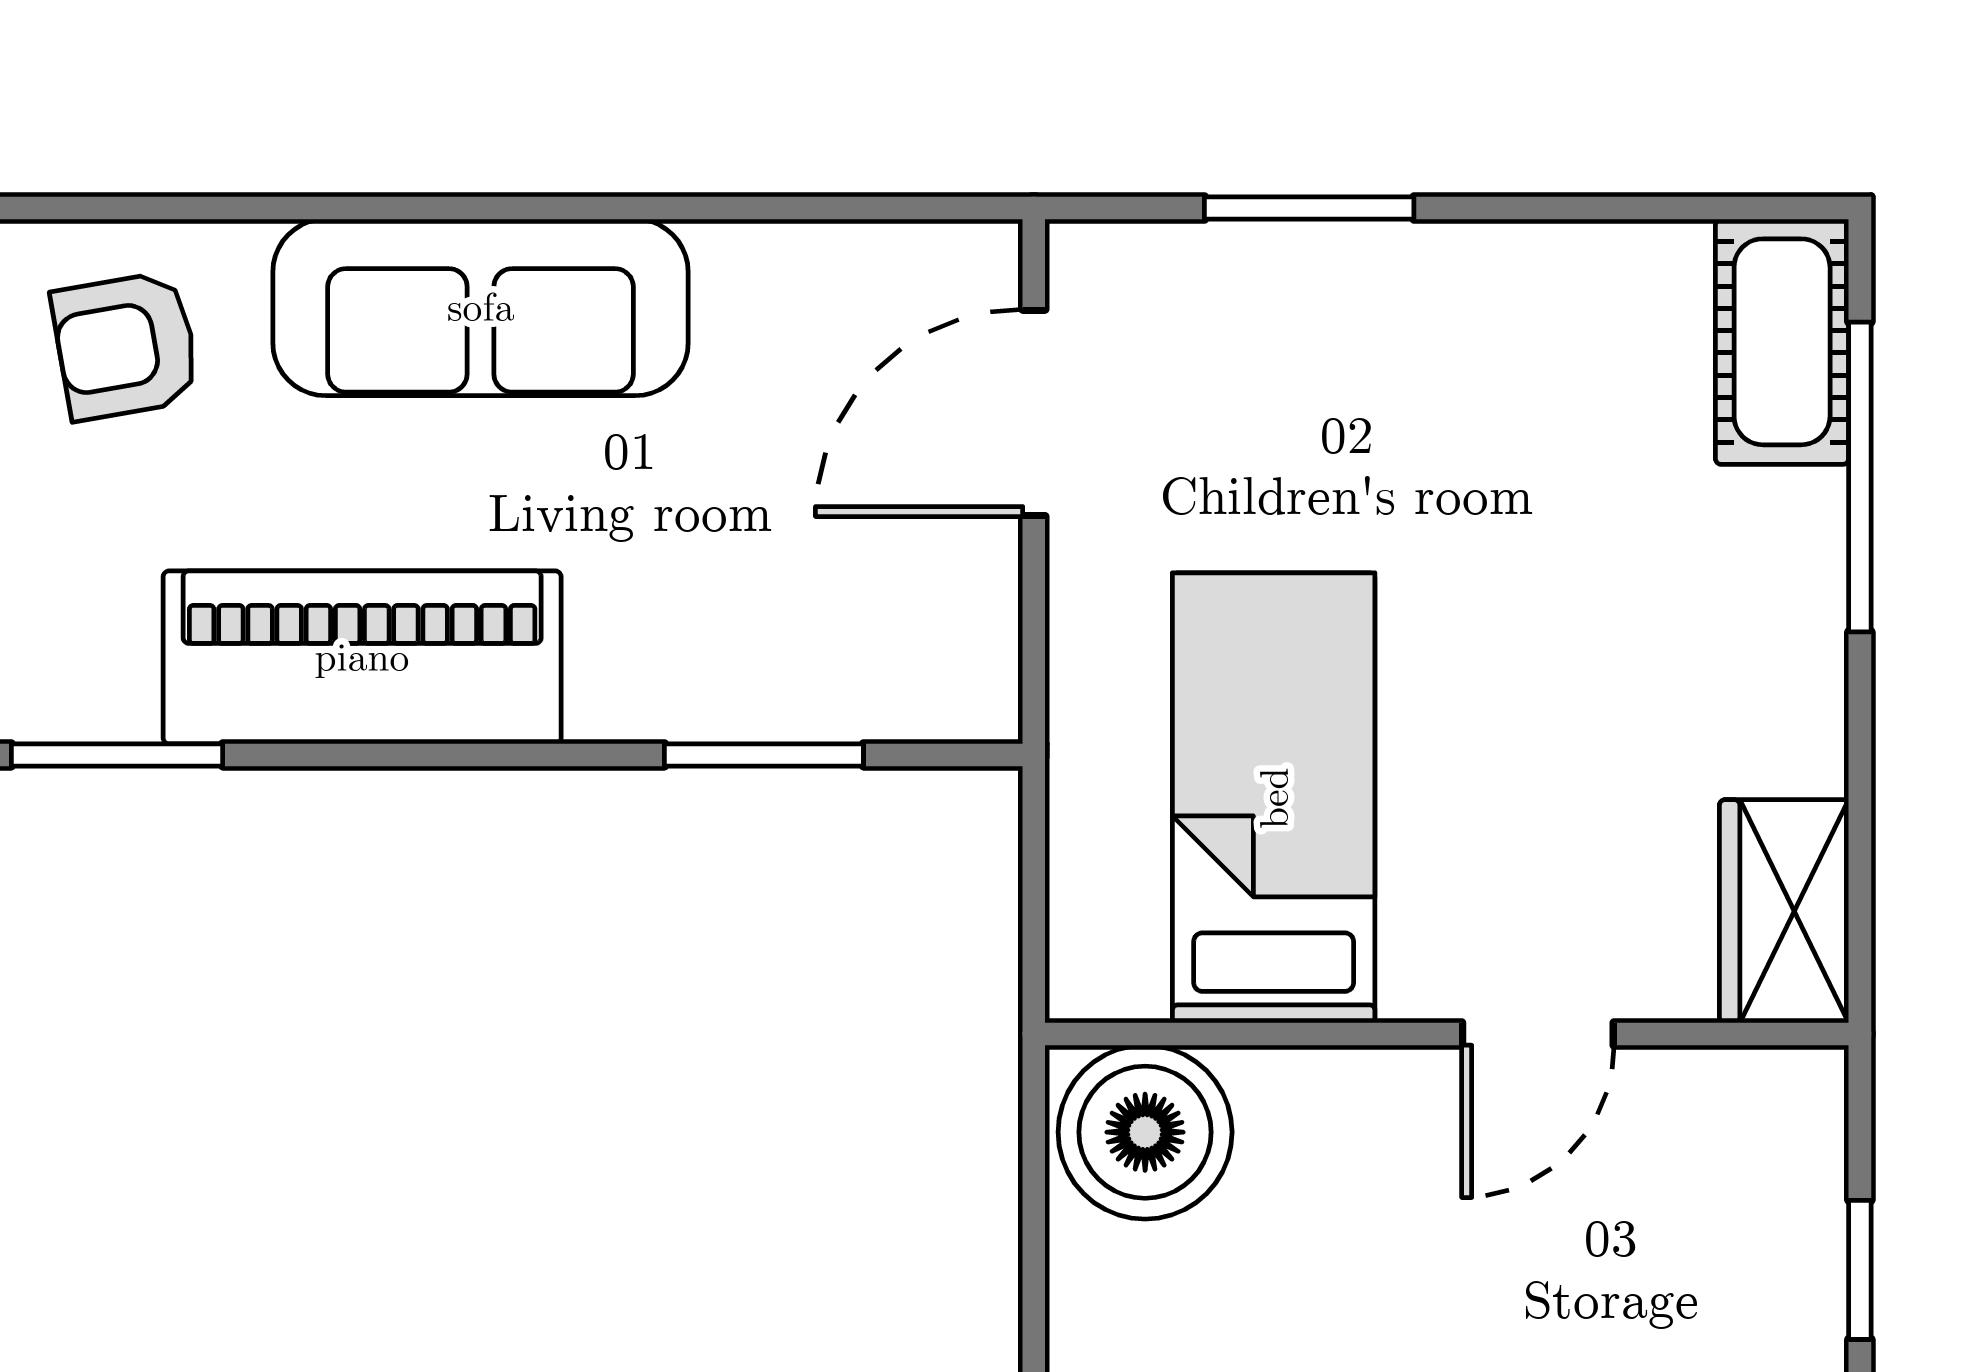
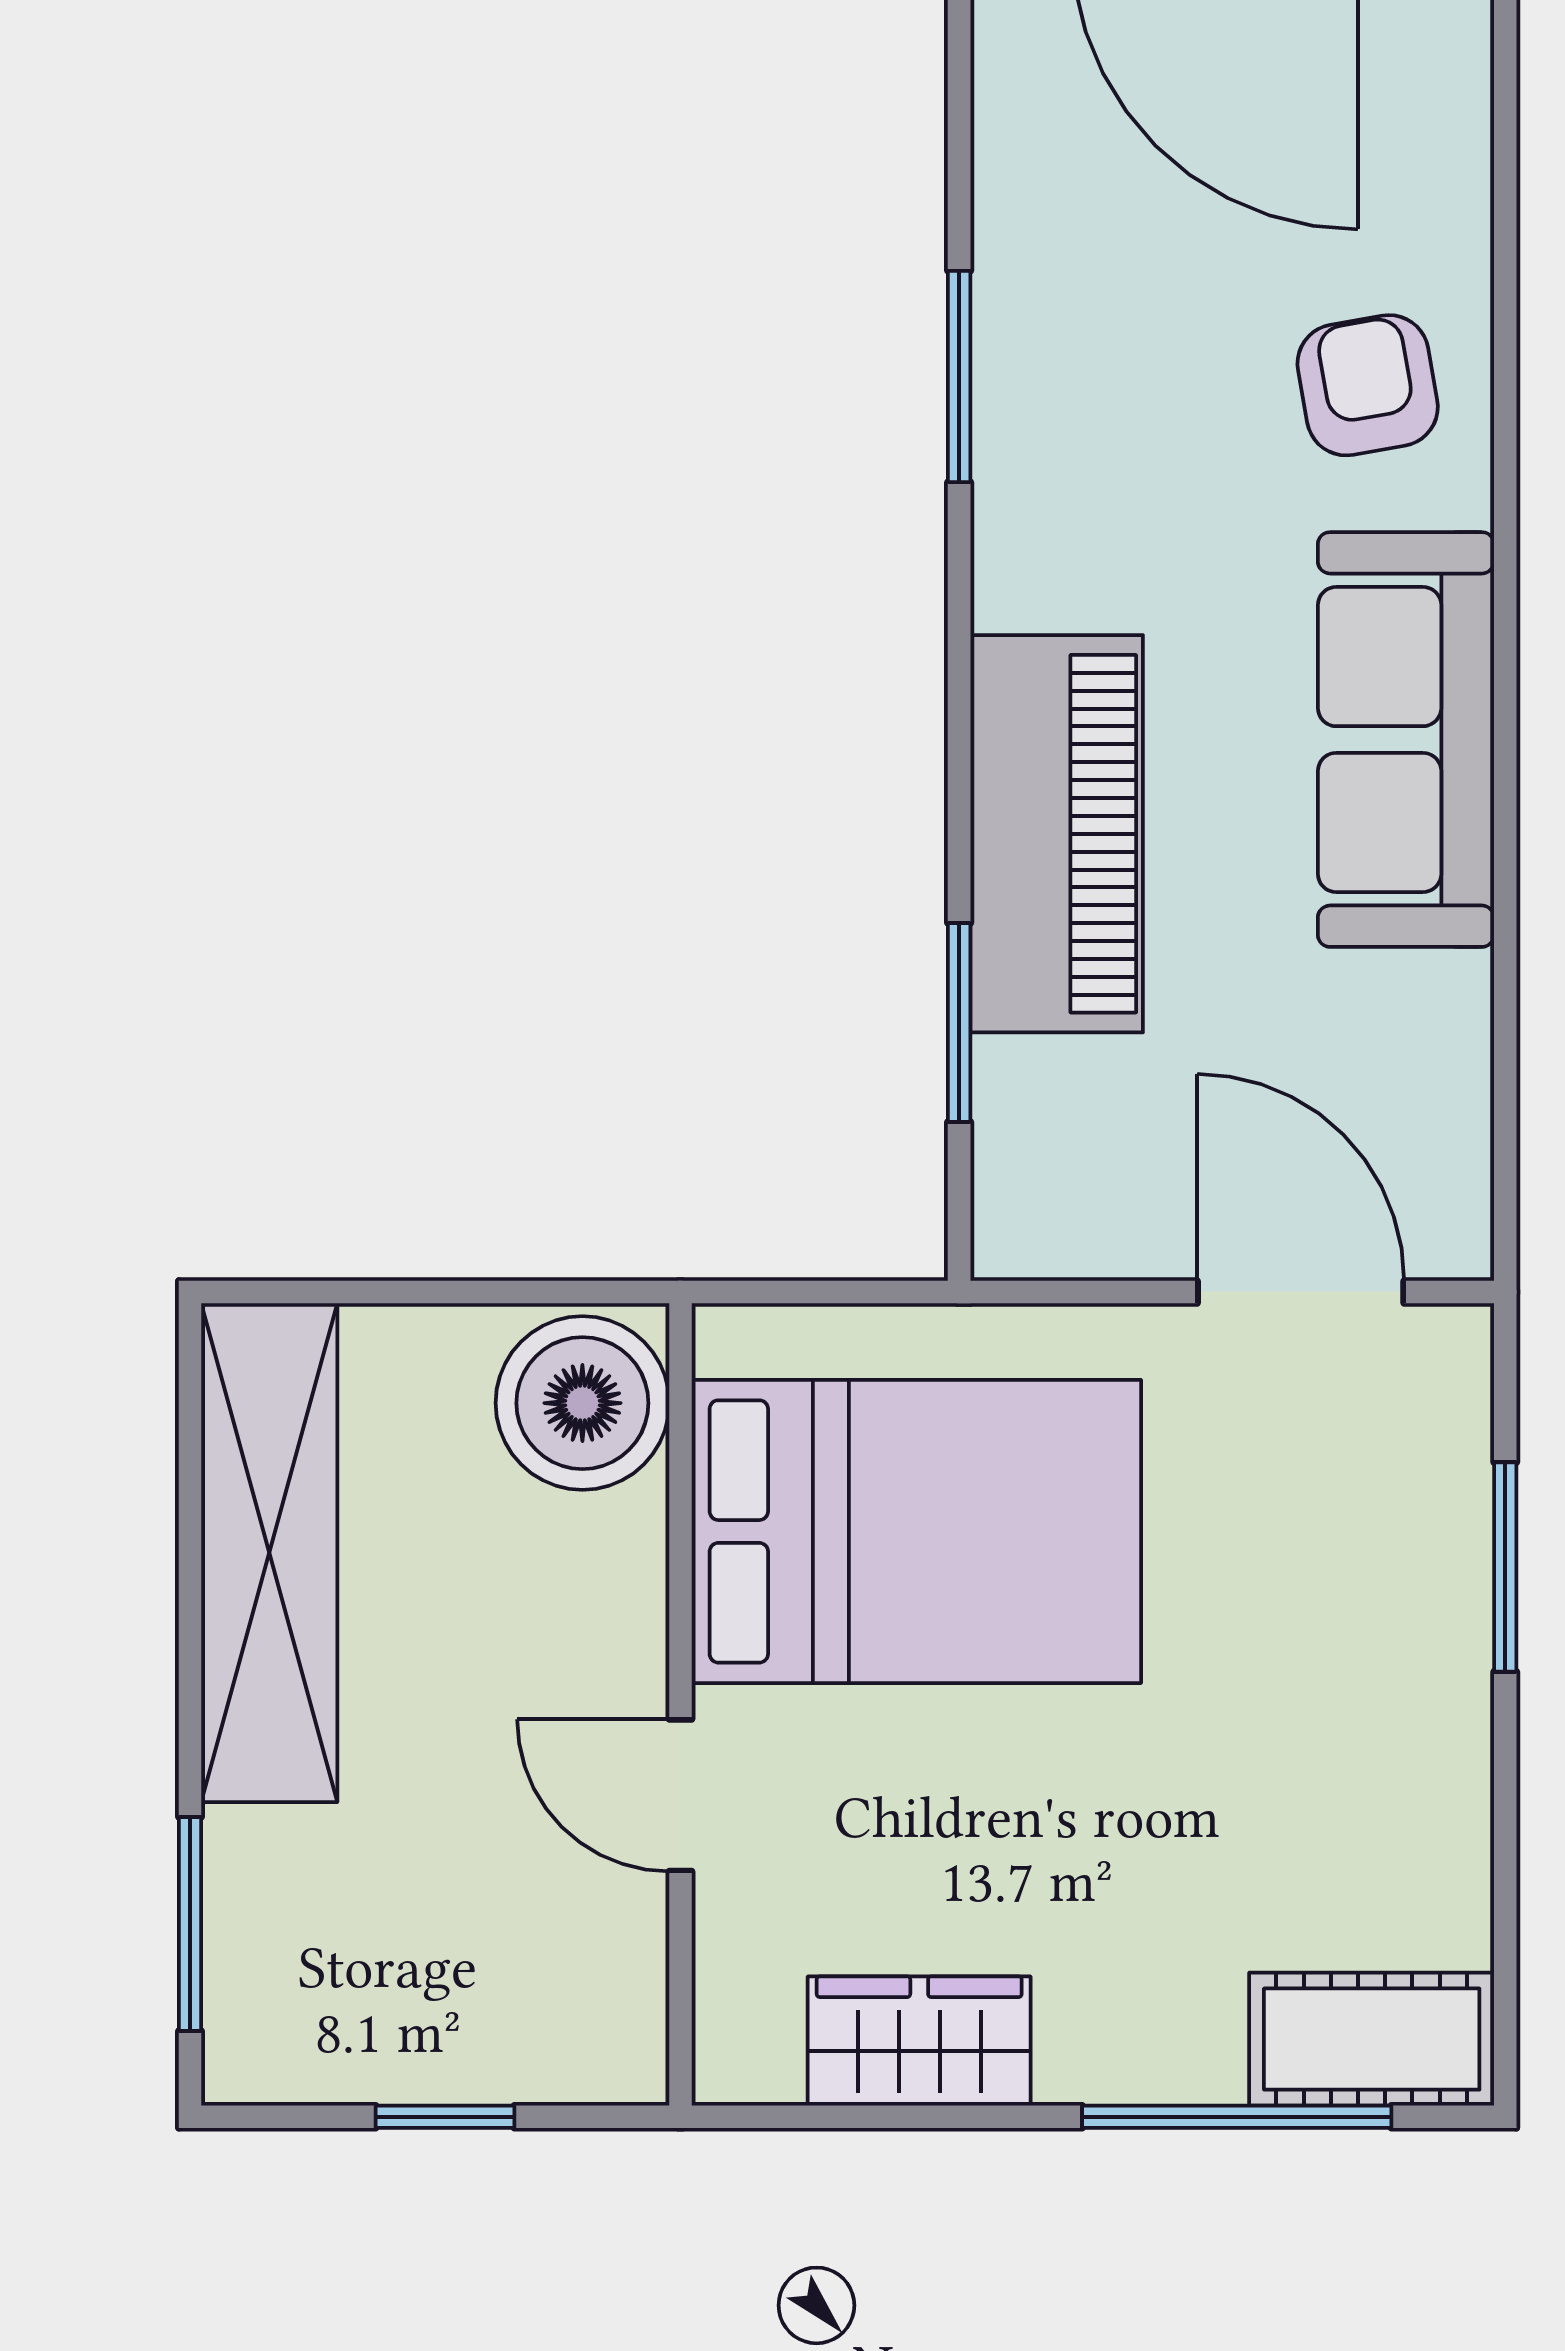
piano: (362, 657) -> (1057, 834), moved
bed: (1274, 798) -> (916, 1531), width x1.50
wardrobe: (1784, 911) -> (919, 2041), moved

